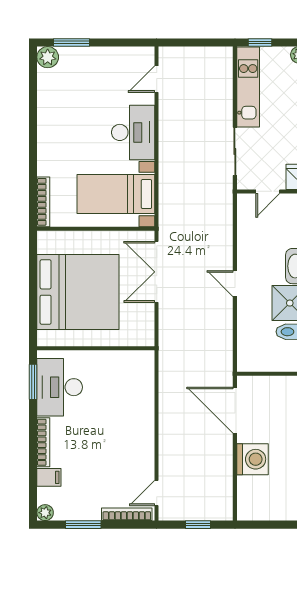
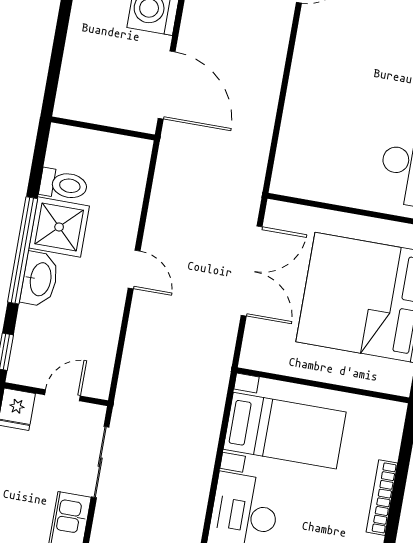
bookcase: (43, 202) -> (382, 498), moved
double door: (157, 272) -> (252, 271), moved

